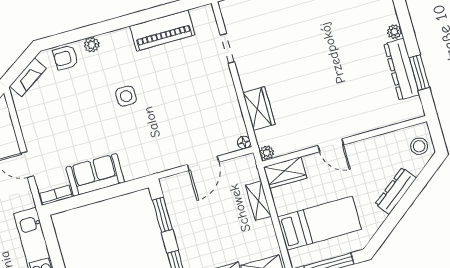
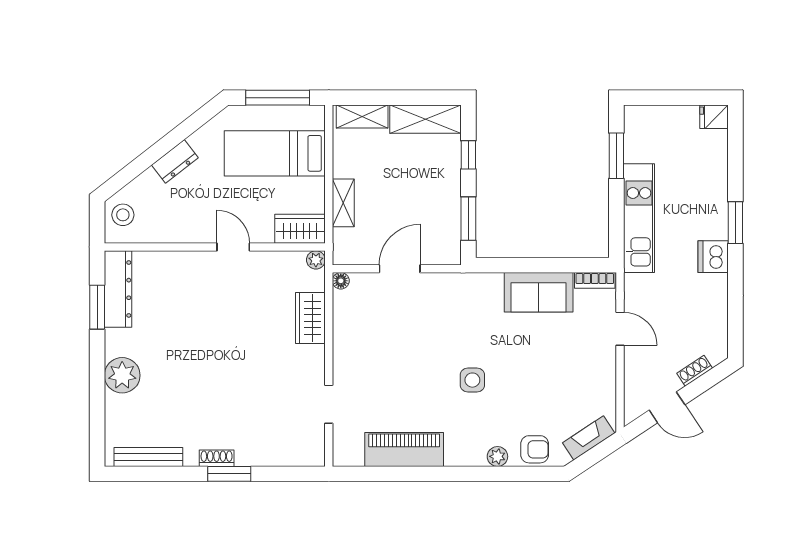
plant: (394, 32) -> (122, 375), width x1.87, depth x1.87
dresser: (402, 69) -> (118, 289), moved
dresser: (396, 191) -> (175, 161), width x0.70

